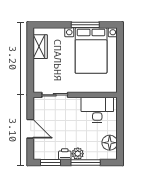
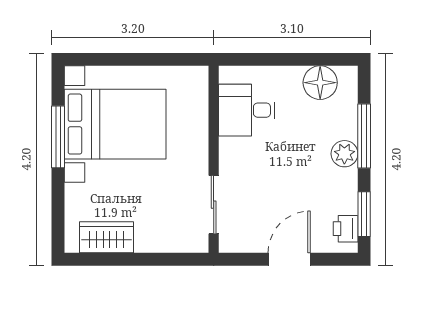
desk: (97, 110) -> (247, 110), width x0.73
printer: (65, 154) -> (346, 229), moved

